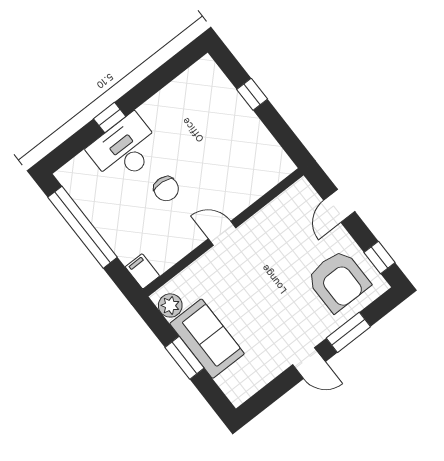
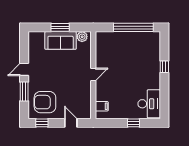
desk: (125, 149) -> (149, 104), moved
chair: (166, 189) -> (124, 67), removed
filing cabinet: (142, 271) -> (102, 106), moved

